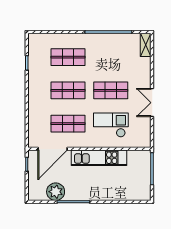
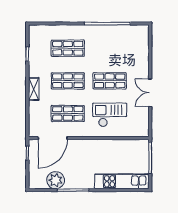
shelving: (146, 45) -> (34, 89), moved
kitchen unit: (99, 158) -> (122, 181), moved, turned 180

